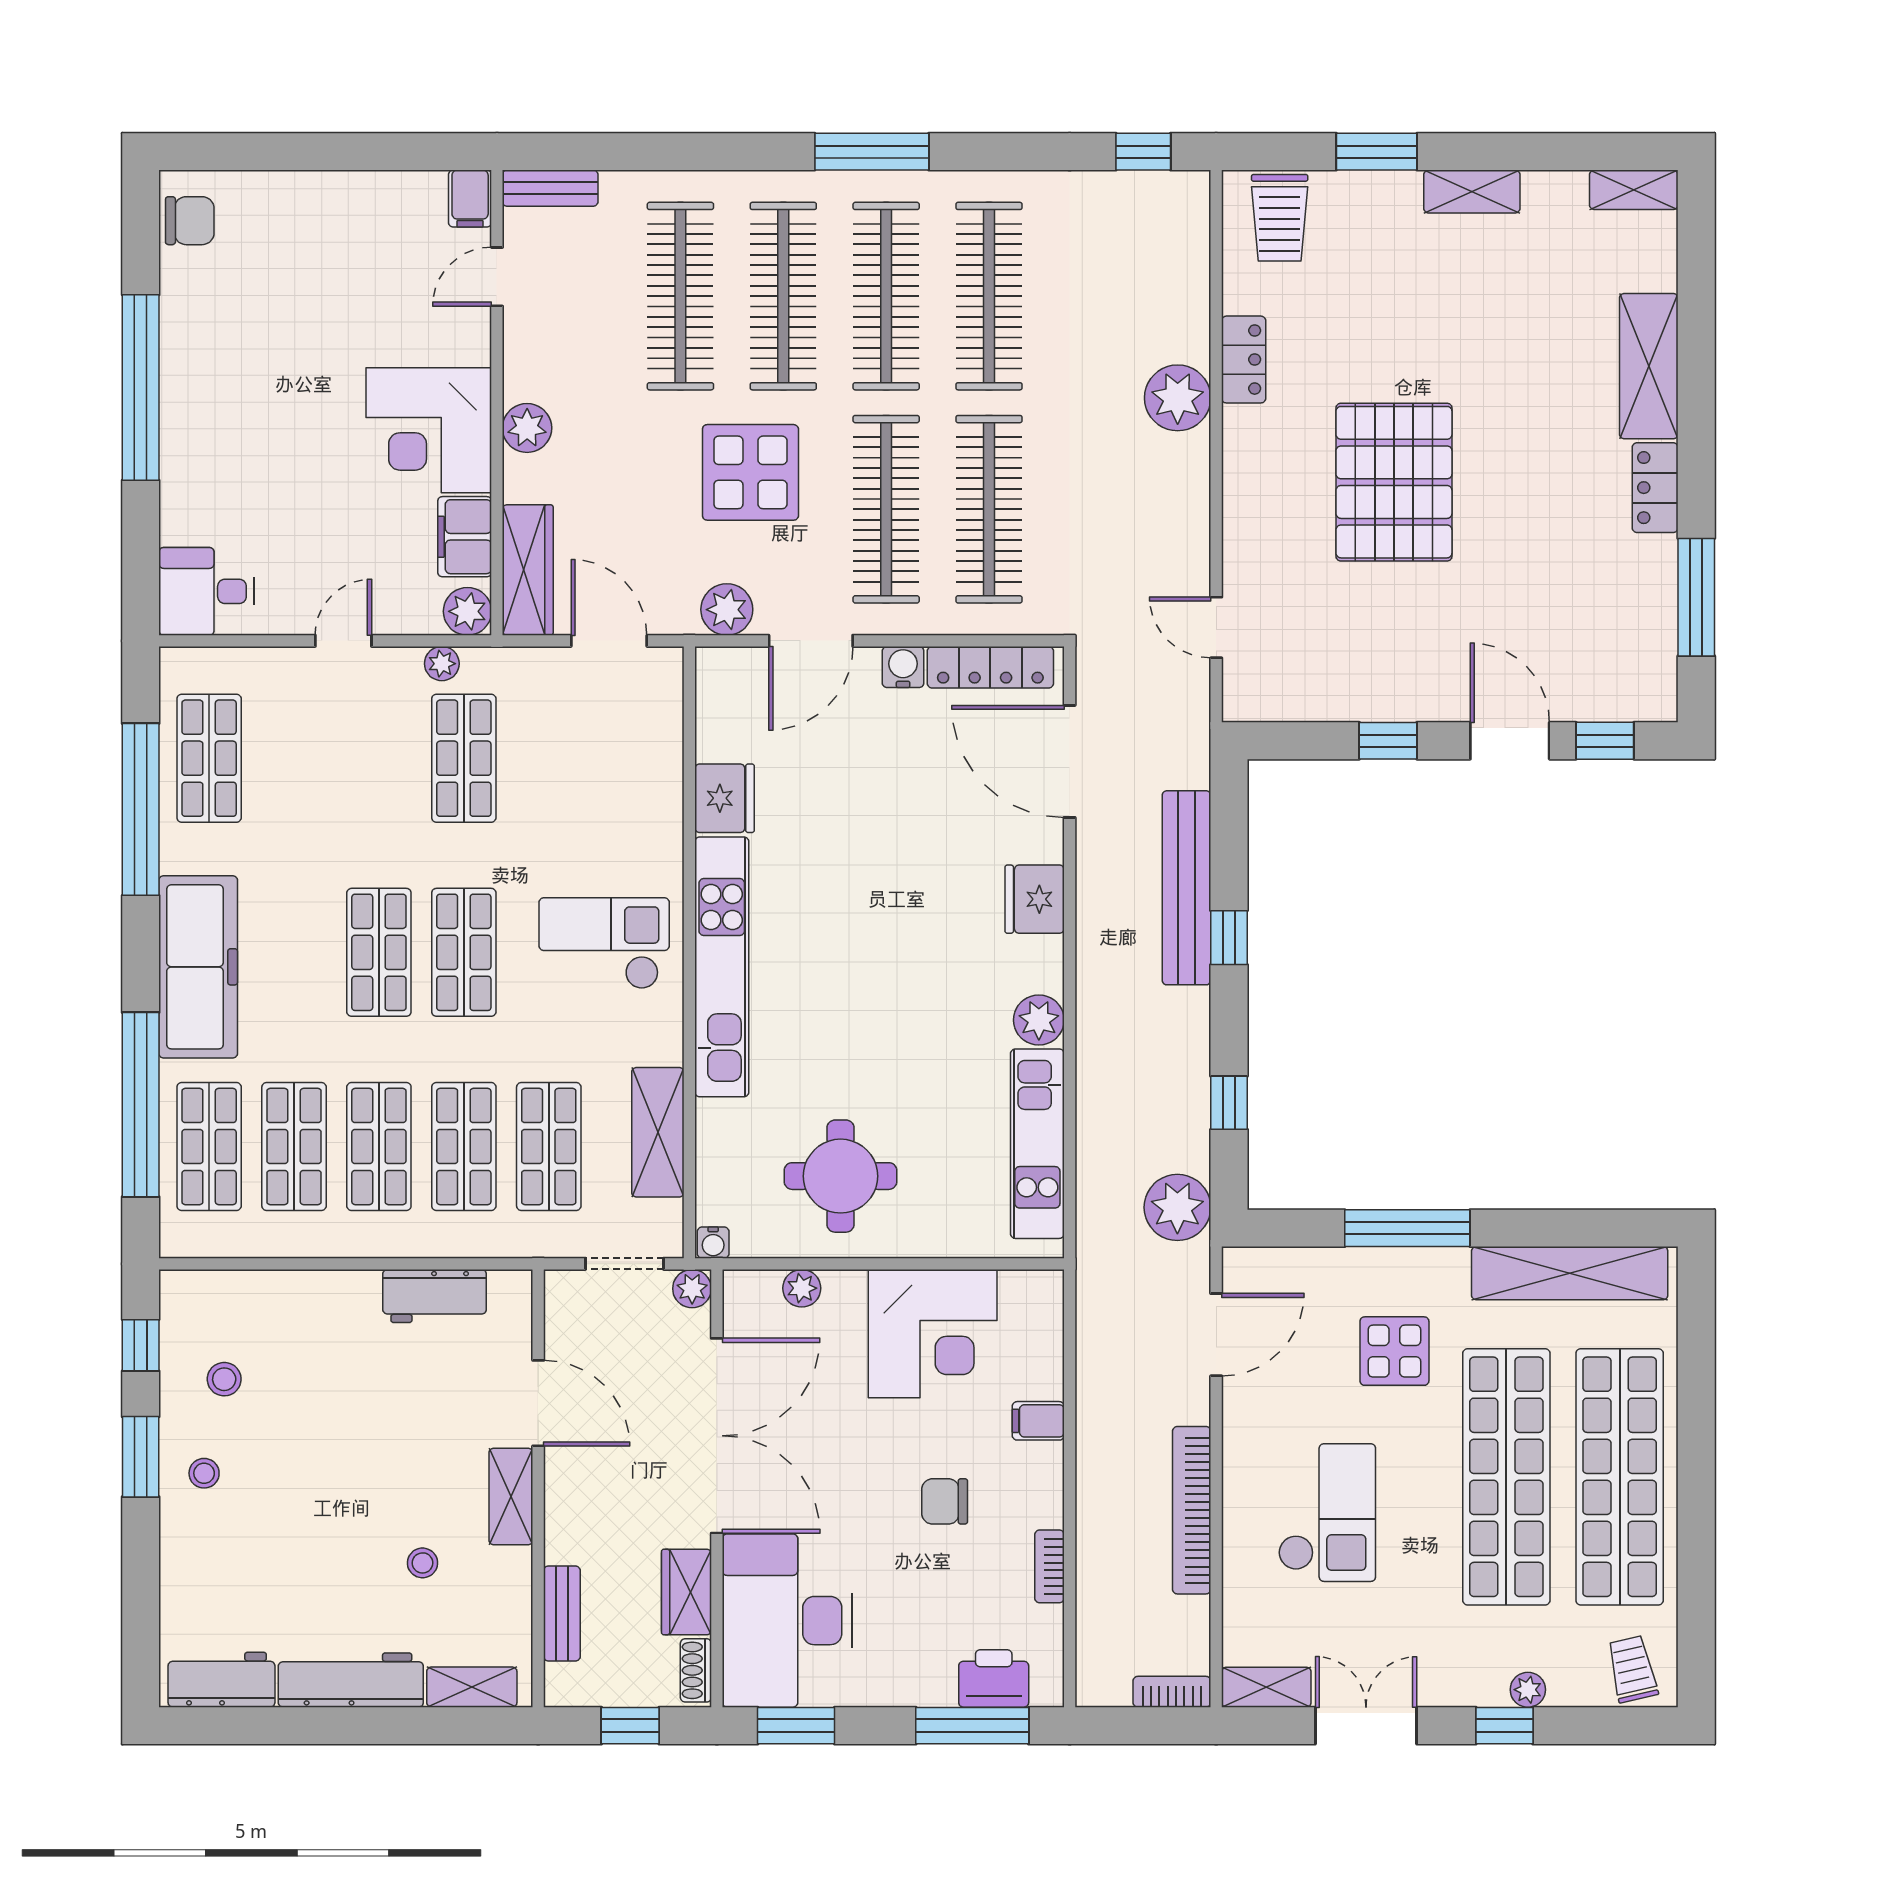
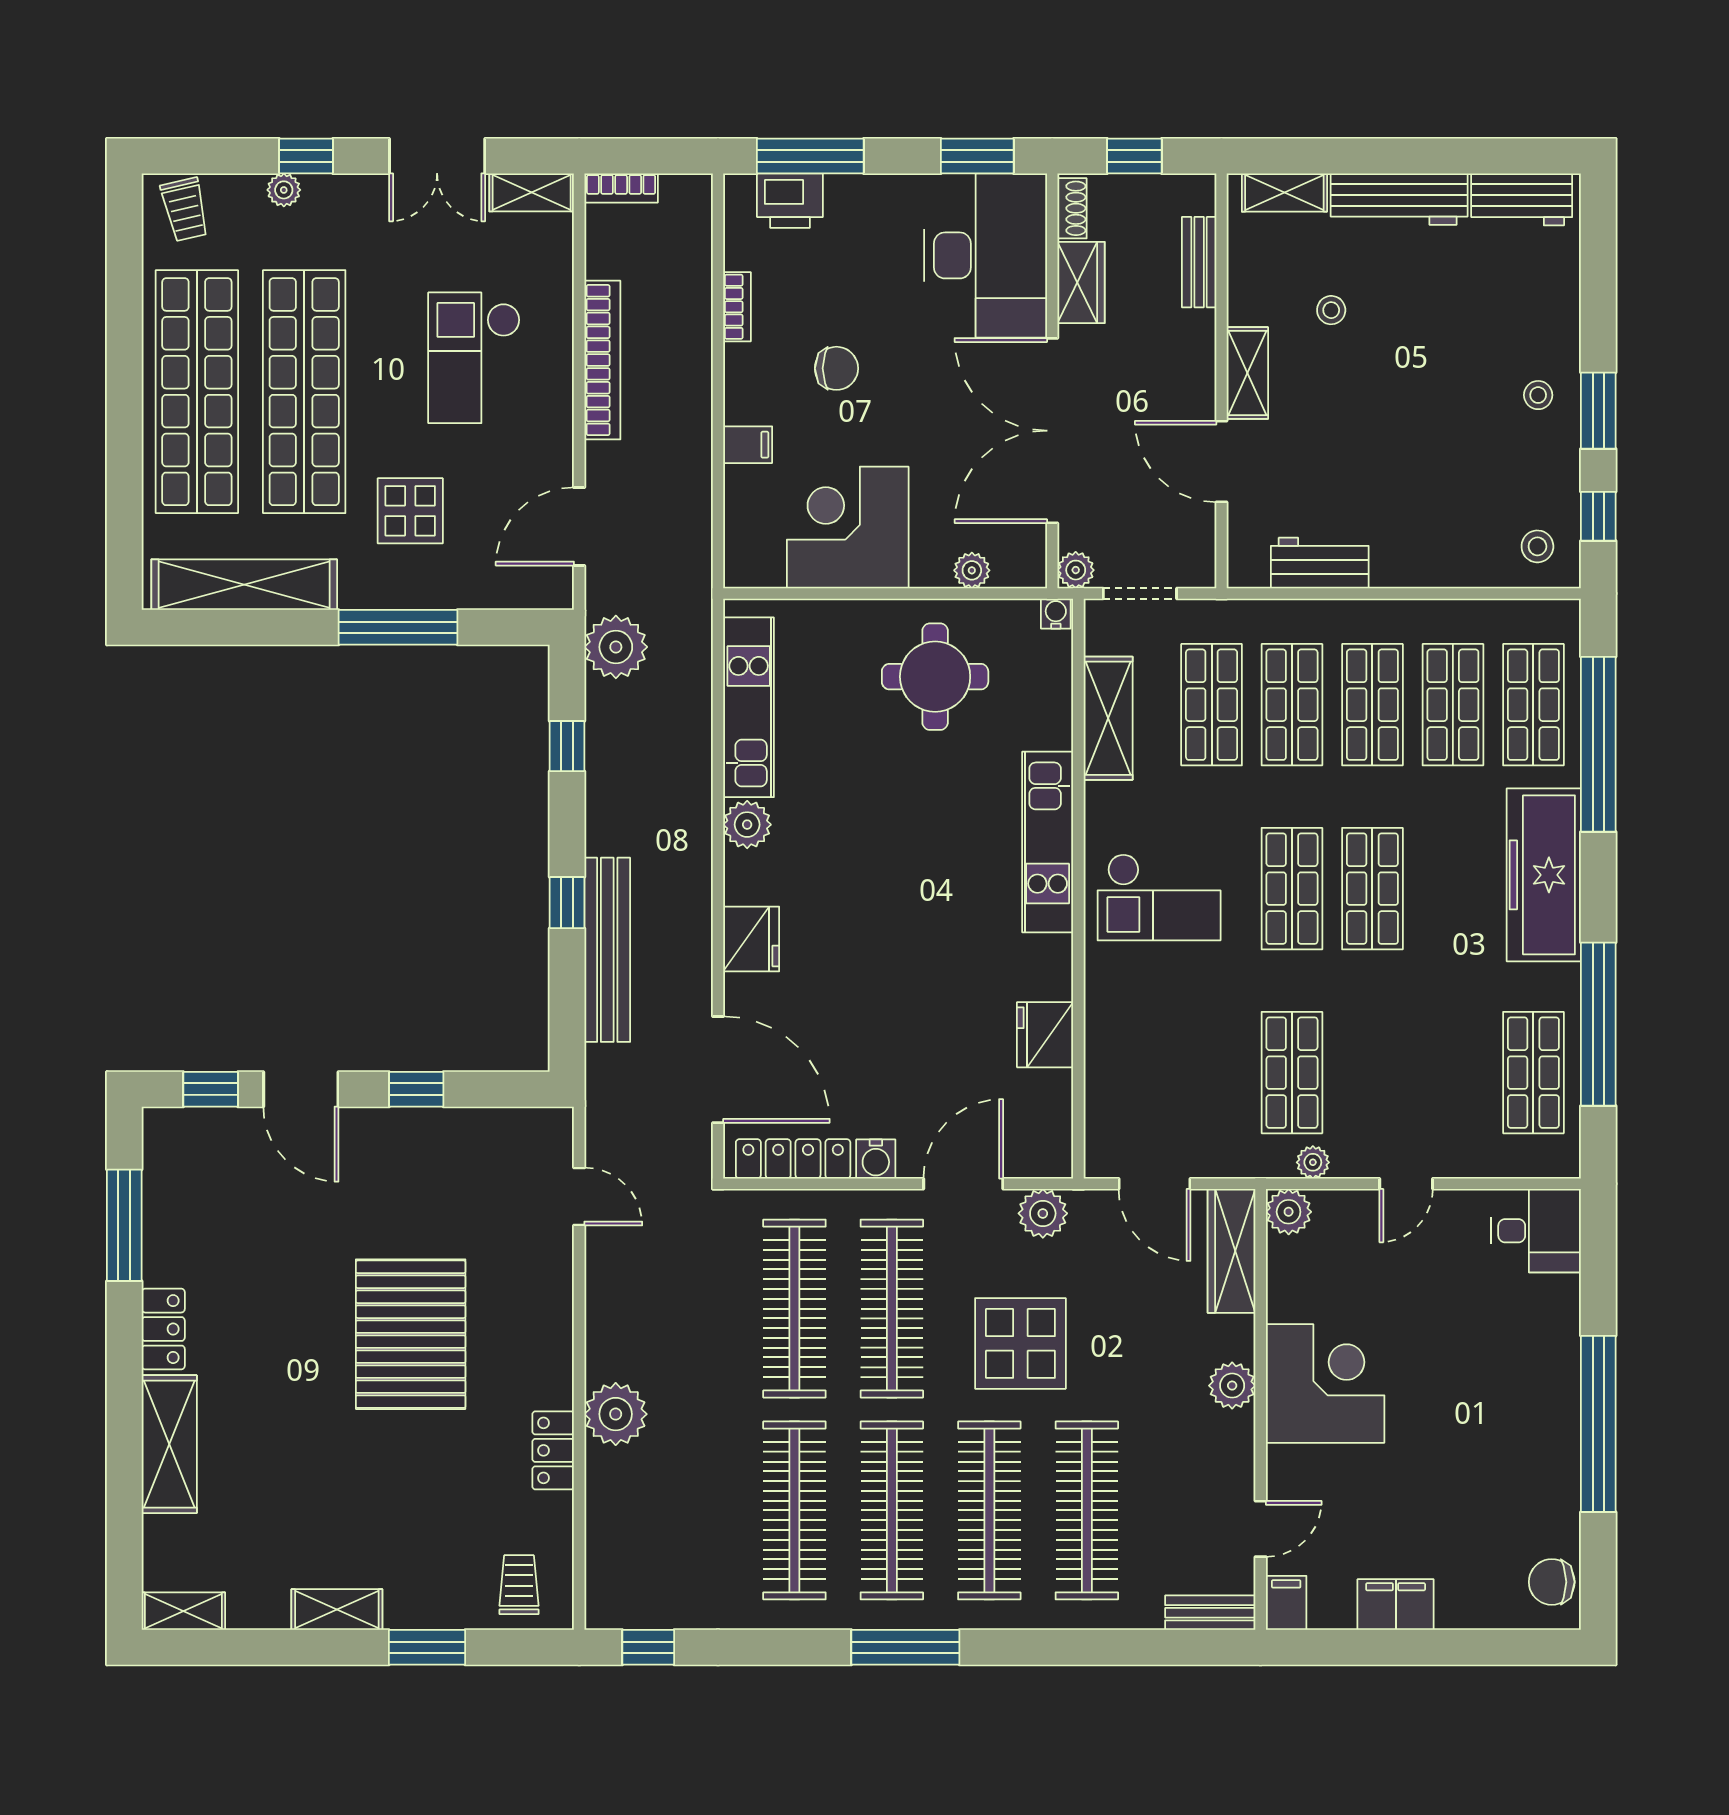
trolley: (1280, 218) -> (519, 1585), width x0.73, depth x0.72
filing cabinet: (465, 537) -> (1396, 1605), moved, turned -90
kitchen unit: (722, 967) -> (1048, 842), width x0.73
stool: (224, 1379) -> (1537, 546), moved

